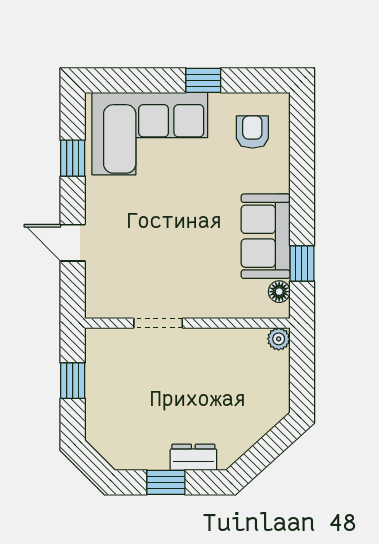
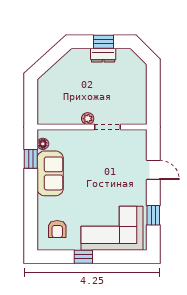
plant: (279, 339) -> (88, 119), moved
window: (73, 381) -> (153, 96), removed
dresser: (193, 457) -> (103, 55), moved

